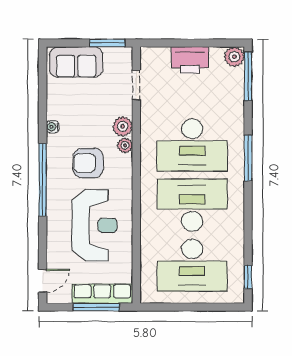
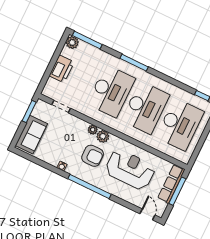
plant: (123, 126) -> (103, 136), moved
armchair: (88, 163) -> (93, 156), turned -90
desk: (192, 205) -> (145, 108), turned 180

